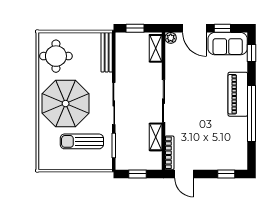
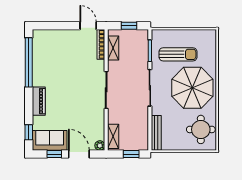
piano: (238, 94) -> (39, 101), width x0.73, depth x0.75
window: (252, 113) -> (29, 62), moved
shelving: (156, 137) -> (113, 48), moved
window: (226, 174) -> (51, 26), removed

